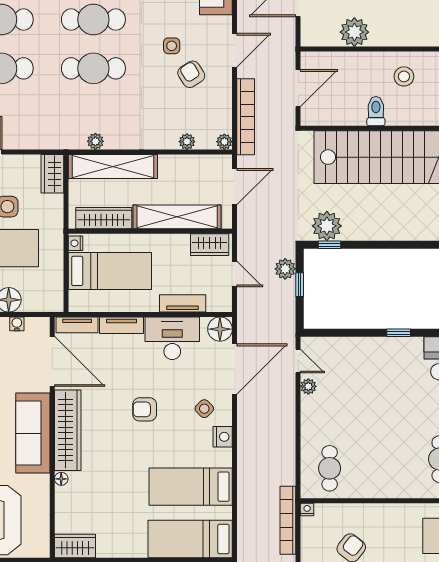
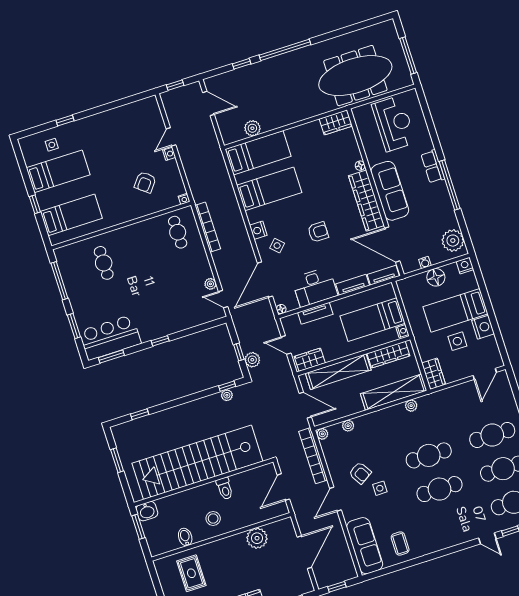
door: (235, 187) -> (305, 405), swing flipped
plant: (327, 226) -> (227, 395), width x0.53, depth x0.53
floor lamp: (220, 329) -> (281, 309), width x0.53, depth x0.53
bookcase: (288, 520) -> (208, 227), moved

